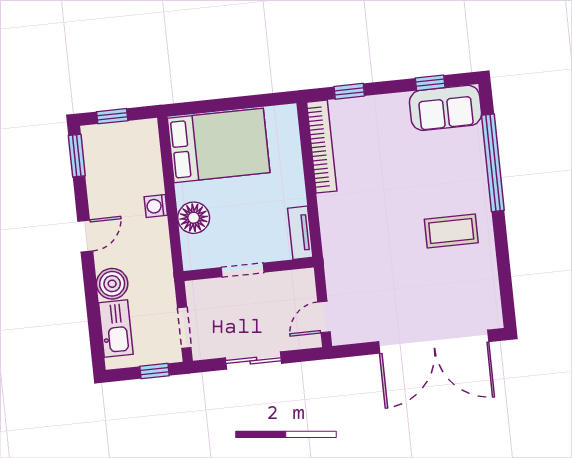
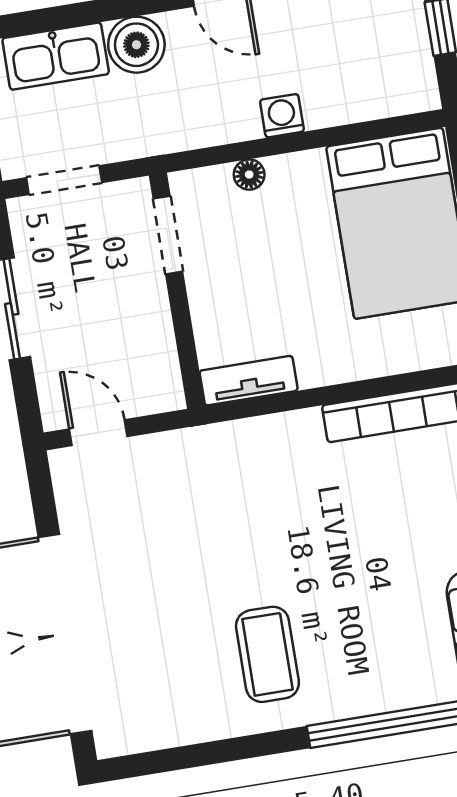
floor lamp: (194, 218) -> (249, 175), width x0.53, depth x0.53
doorway: (242, 270) -> (168, 235), moved

